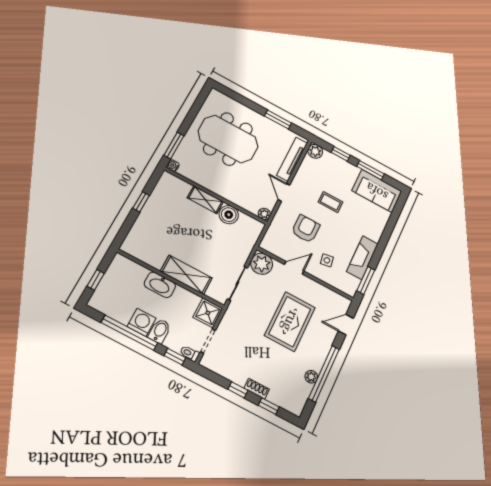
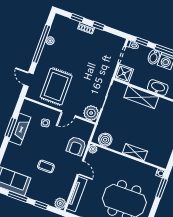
boiler: (229, 215) -> (105, 140), moved
armchair: (306, 229) -> (76, 146), moved
window: (366, 280) -> (11, 128), moved
rug: (290, 321) -> (56, 87), moved
door: (346, 325) -> (28, 79), swing flipped

